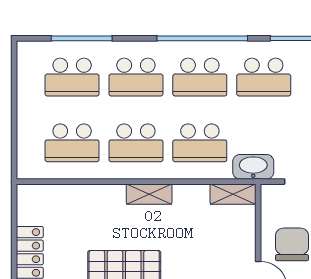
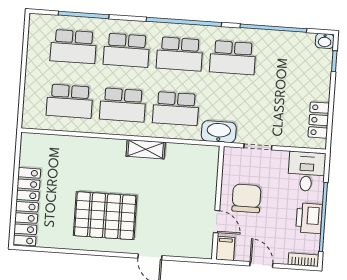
shelving: (149, 194) -> (146, 149), moved
shelving: (233, 194) -> (200, 153), removed

